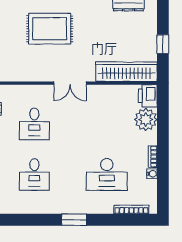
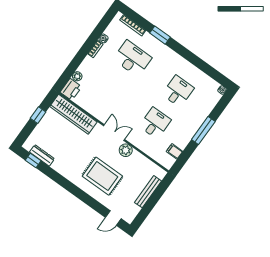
plant: (45, 73) -> (126, 150), added
plant: (146, 120) -> (77, 76), width x0.53, depth x0.53
window: (74, 220) -> (160, 35), moved

